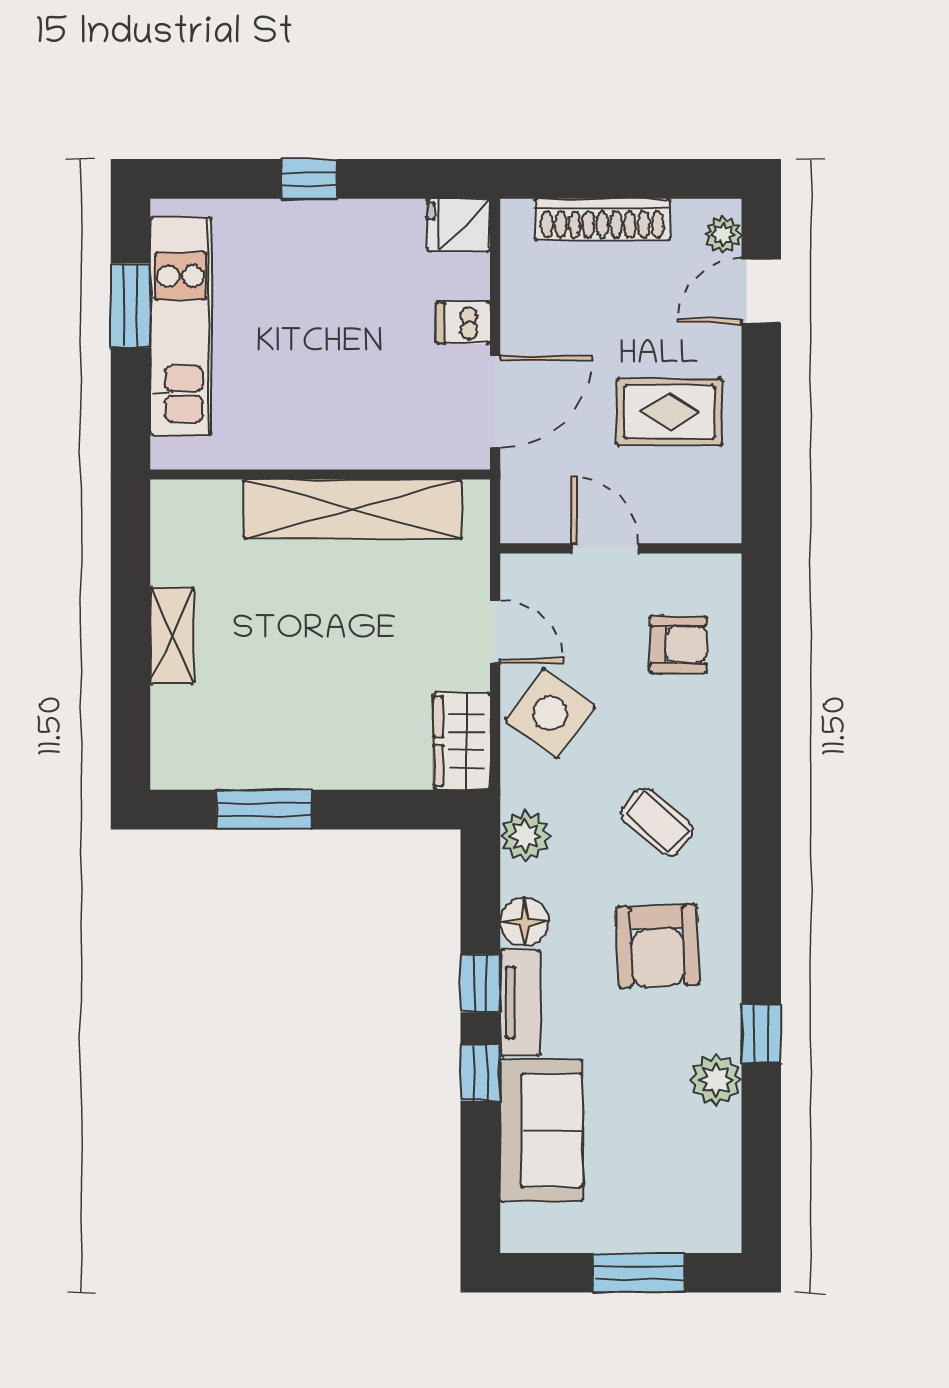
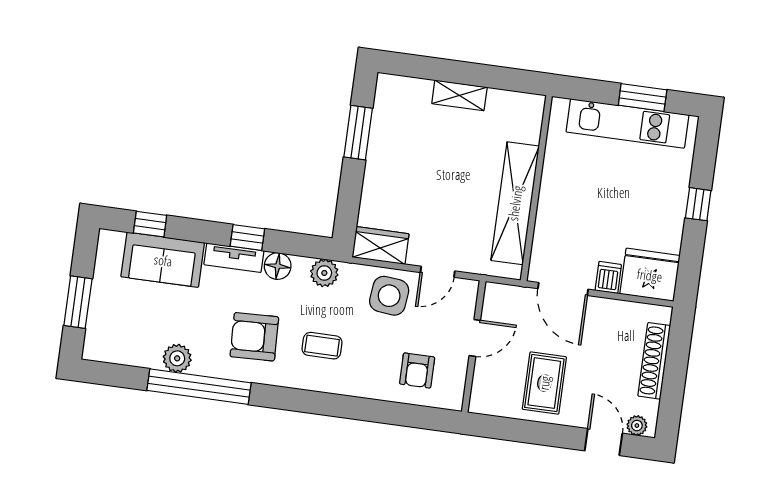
fridge: (459, 225) -> (650, 275), width x1.88, depth x1.34
side table: (550, 713) -> (389, 296), turned -31
coffee table: (657, 822) -> (322, 346), turned 49
window: (761, 1034) -> (199, 387), width x3.17
window: (480, 1073) -> (150, 224), moved

